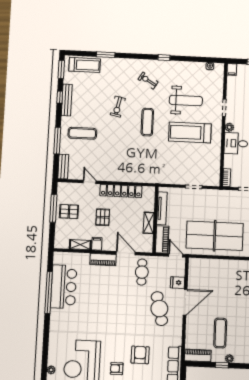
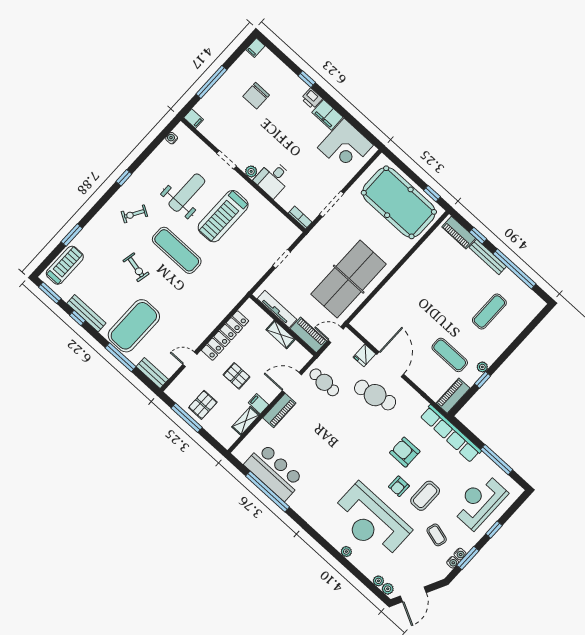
exercise mat: (147, 122) -> (177, 250), width x1.36, depth x1.45
exercise mat: (82, 133) -> (134, 326), width x2.00, depth x1.45

